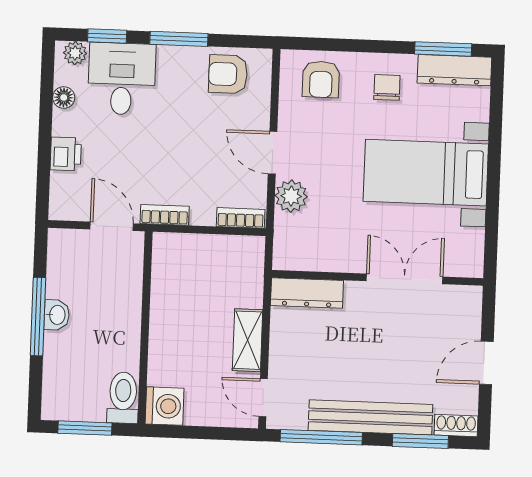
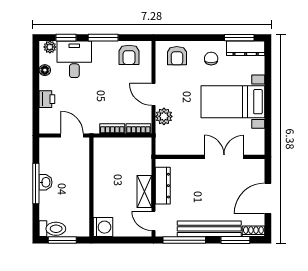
armchair: (228, 74) -> (129, 55), turned -90
bookcase: (165, 215) -> (112, 129), moved
dresser: (307, 293) -> (163, 186), moved, turned -90
door: (486, 363) -> (268, 198), width x1.37
toilet: (123, 398) -> (52, 229), moved, turned 90

